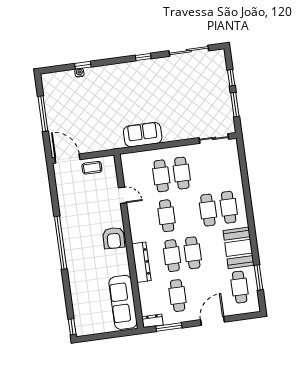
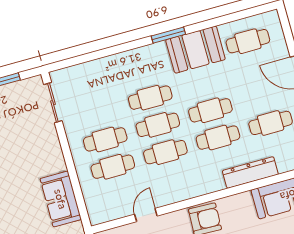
cafe table: (229, 207) -> (158, 125), moved
dresser: (141, 262) -> (250, 173), moved
window: (258, 277) -> (168, 35), moved

